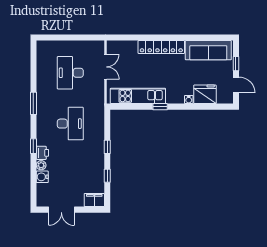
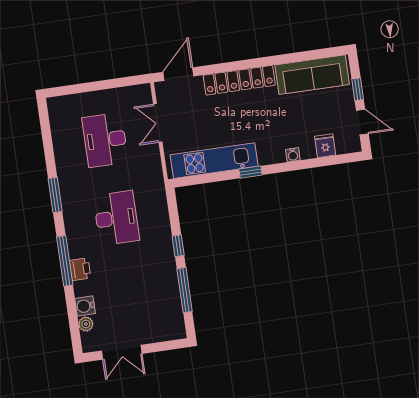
door: (123, 38) -> (178, 74), added
double door: (105, 67) -> (158, 123), swing flipped
fridge: (205, 94) -> (325, 146), width x0.53, depth x0.75
window: (33, 146) -> (65, 261), width x2.17
plant: (41, 165) -> (86, 324), moved
window: (107, 176) -> (185, 290), width x2.17
filing cabinet: (94, 200) -> (170, 330), removed

